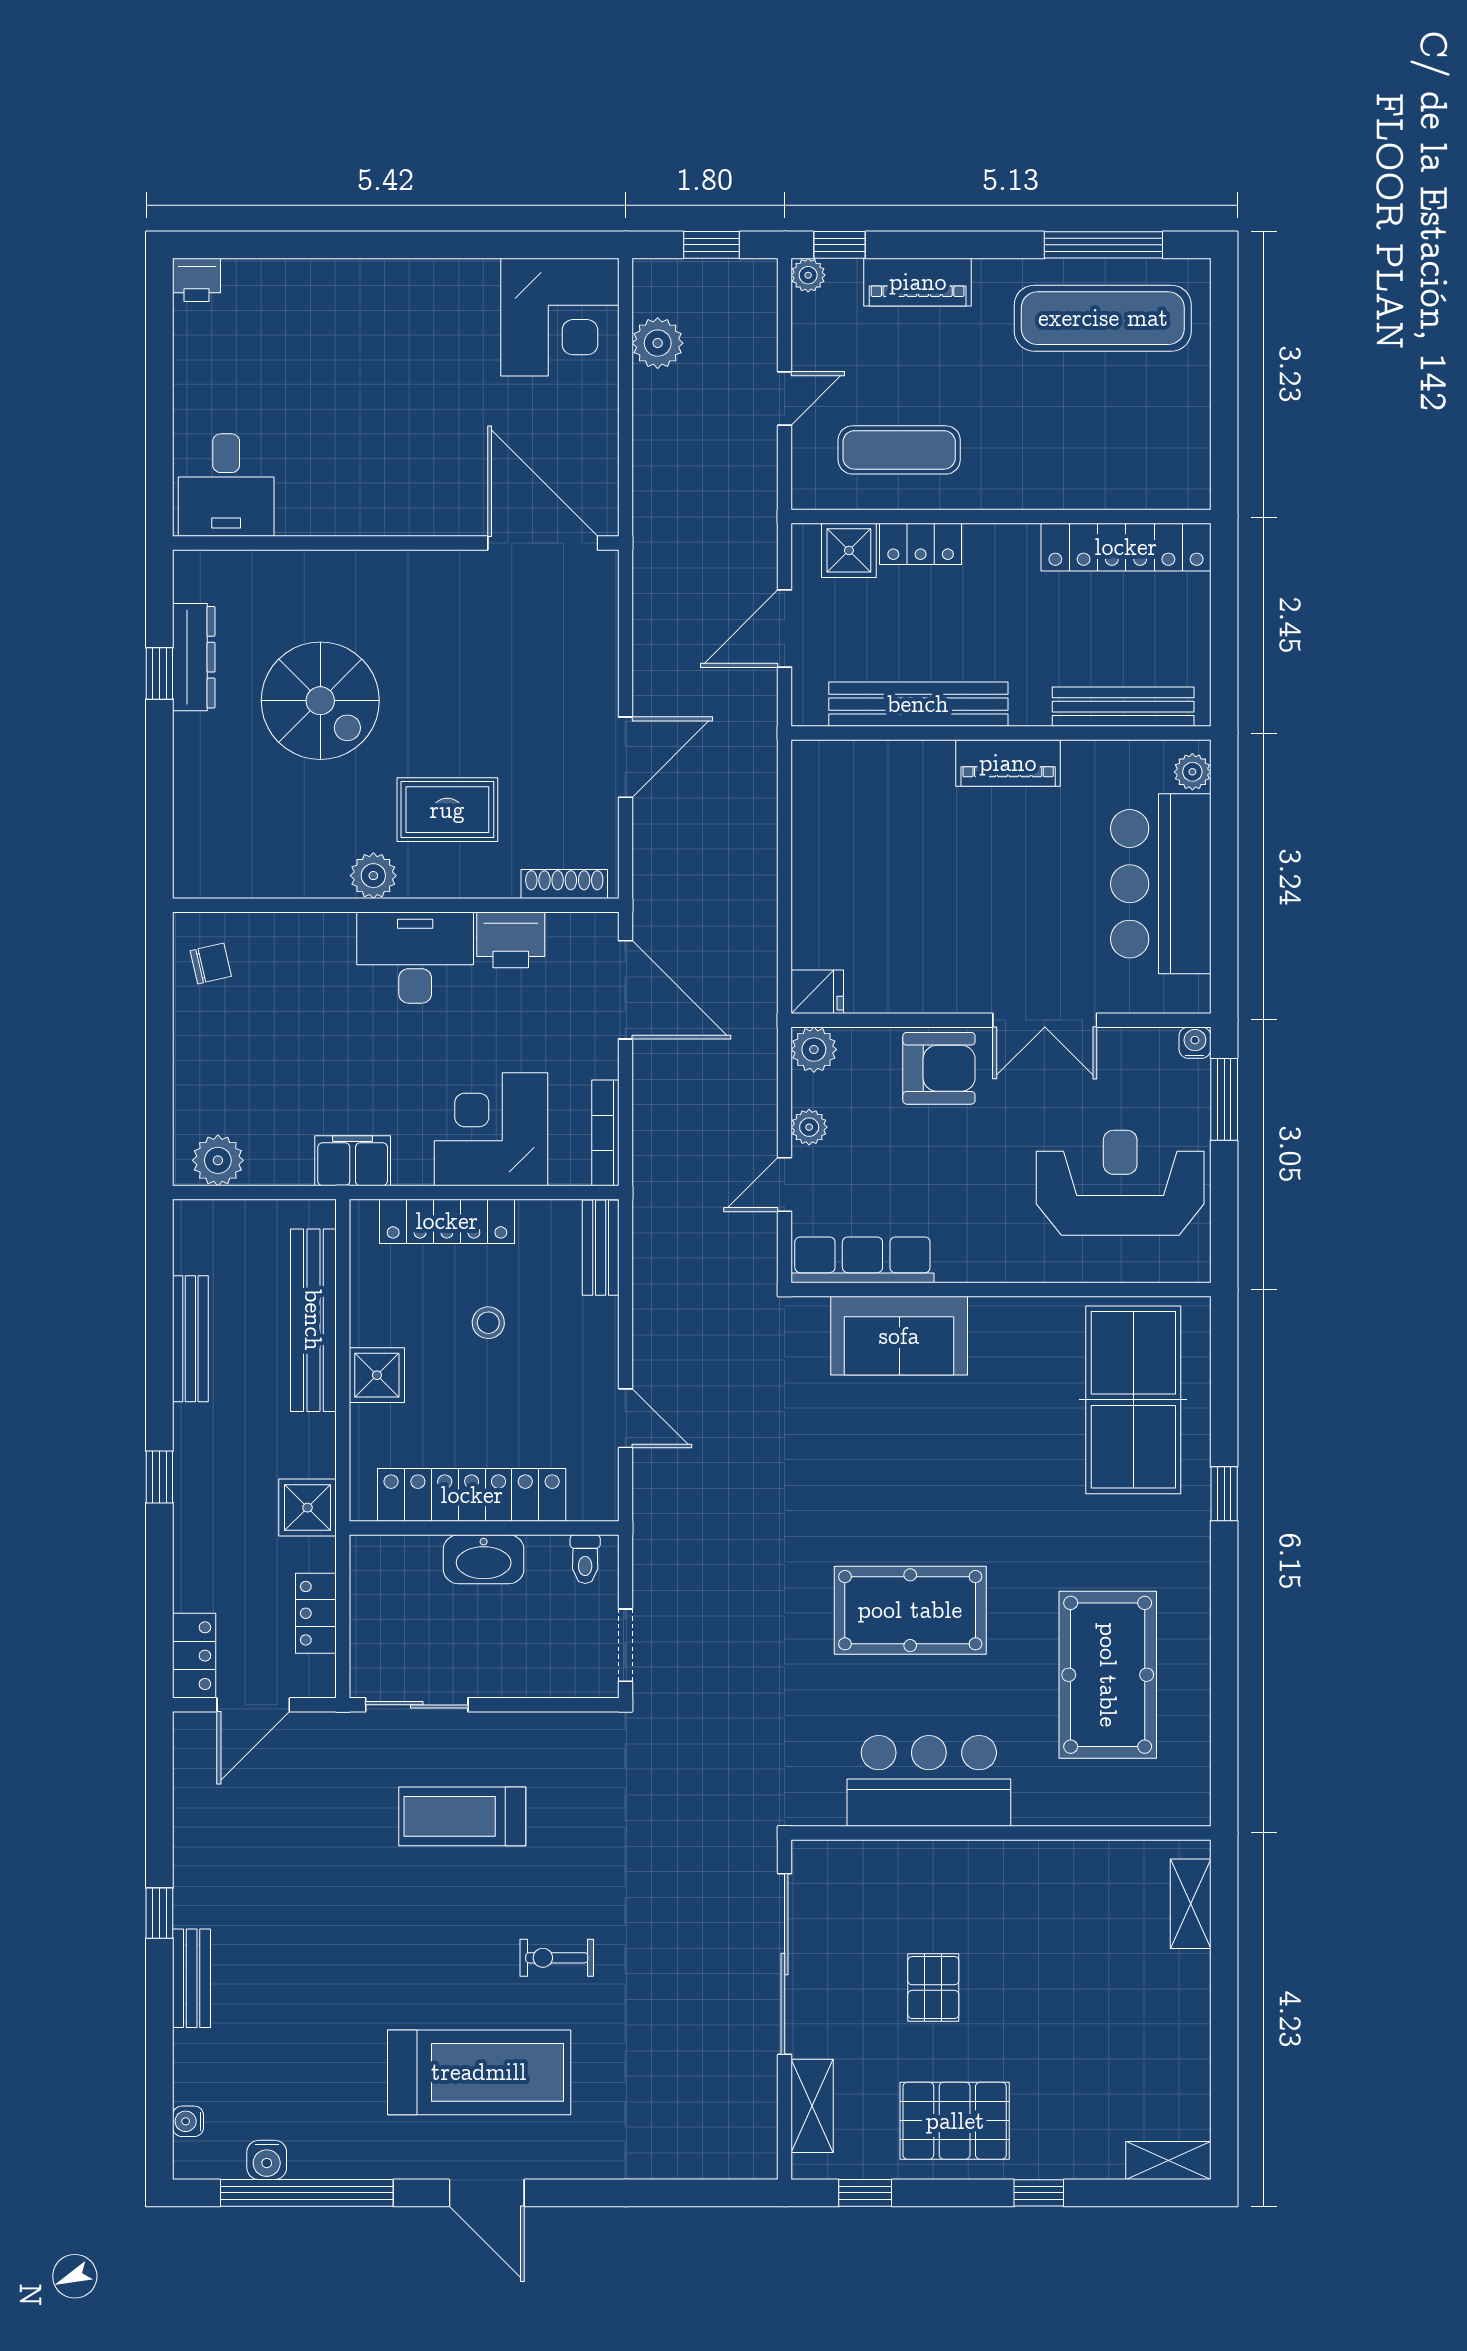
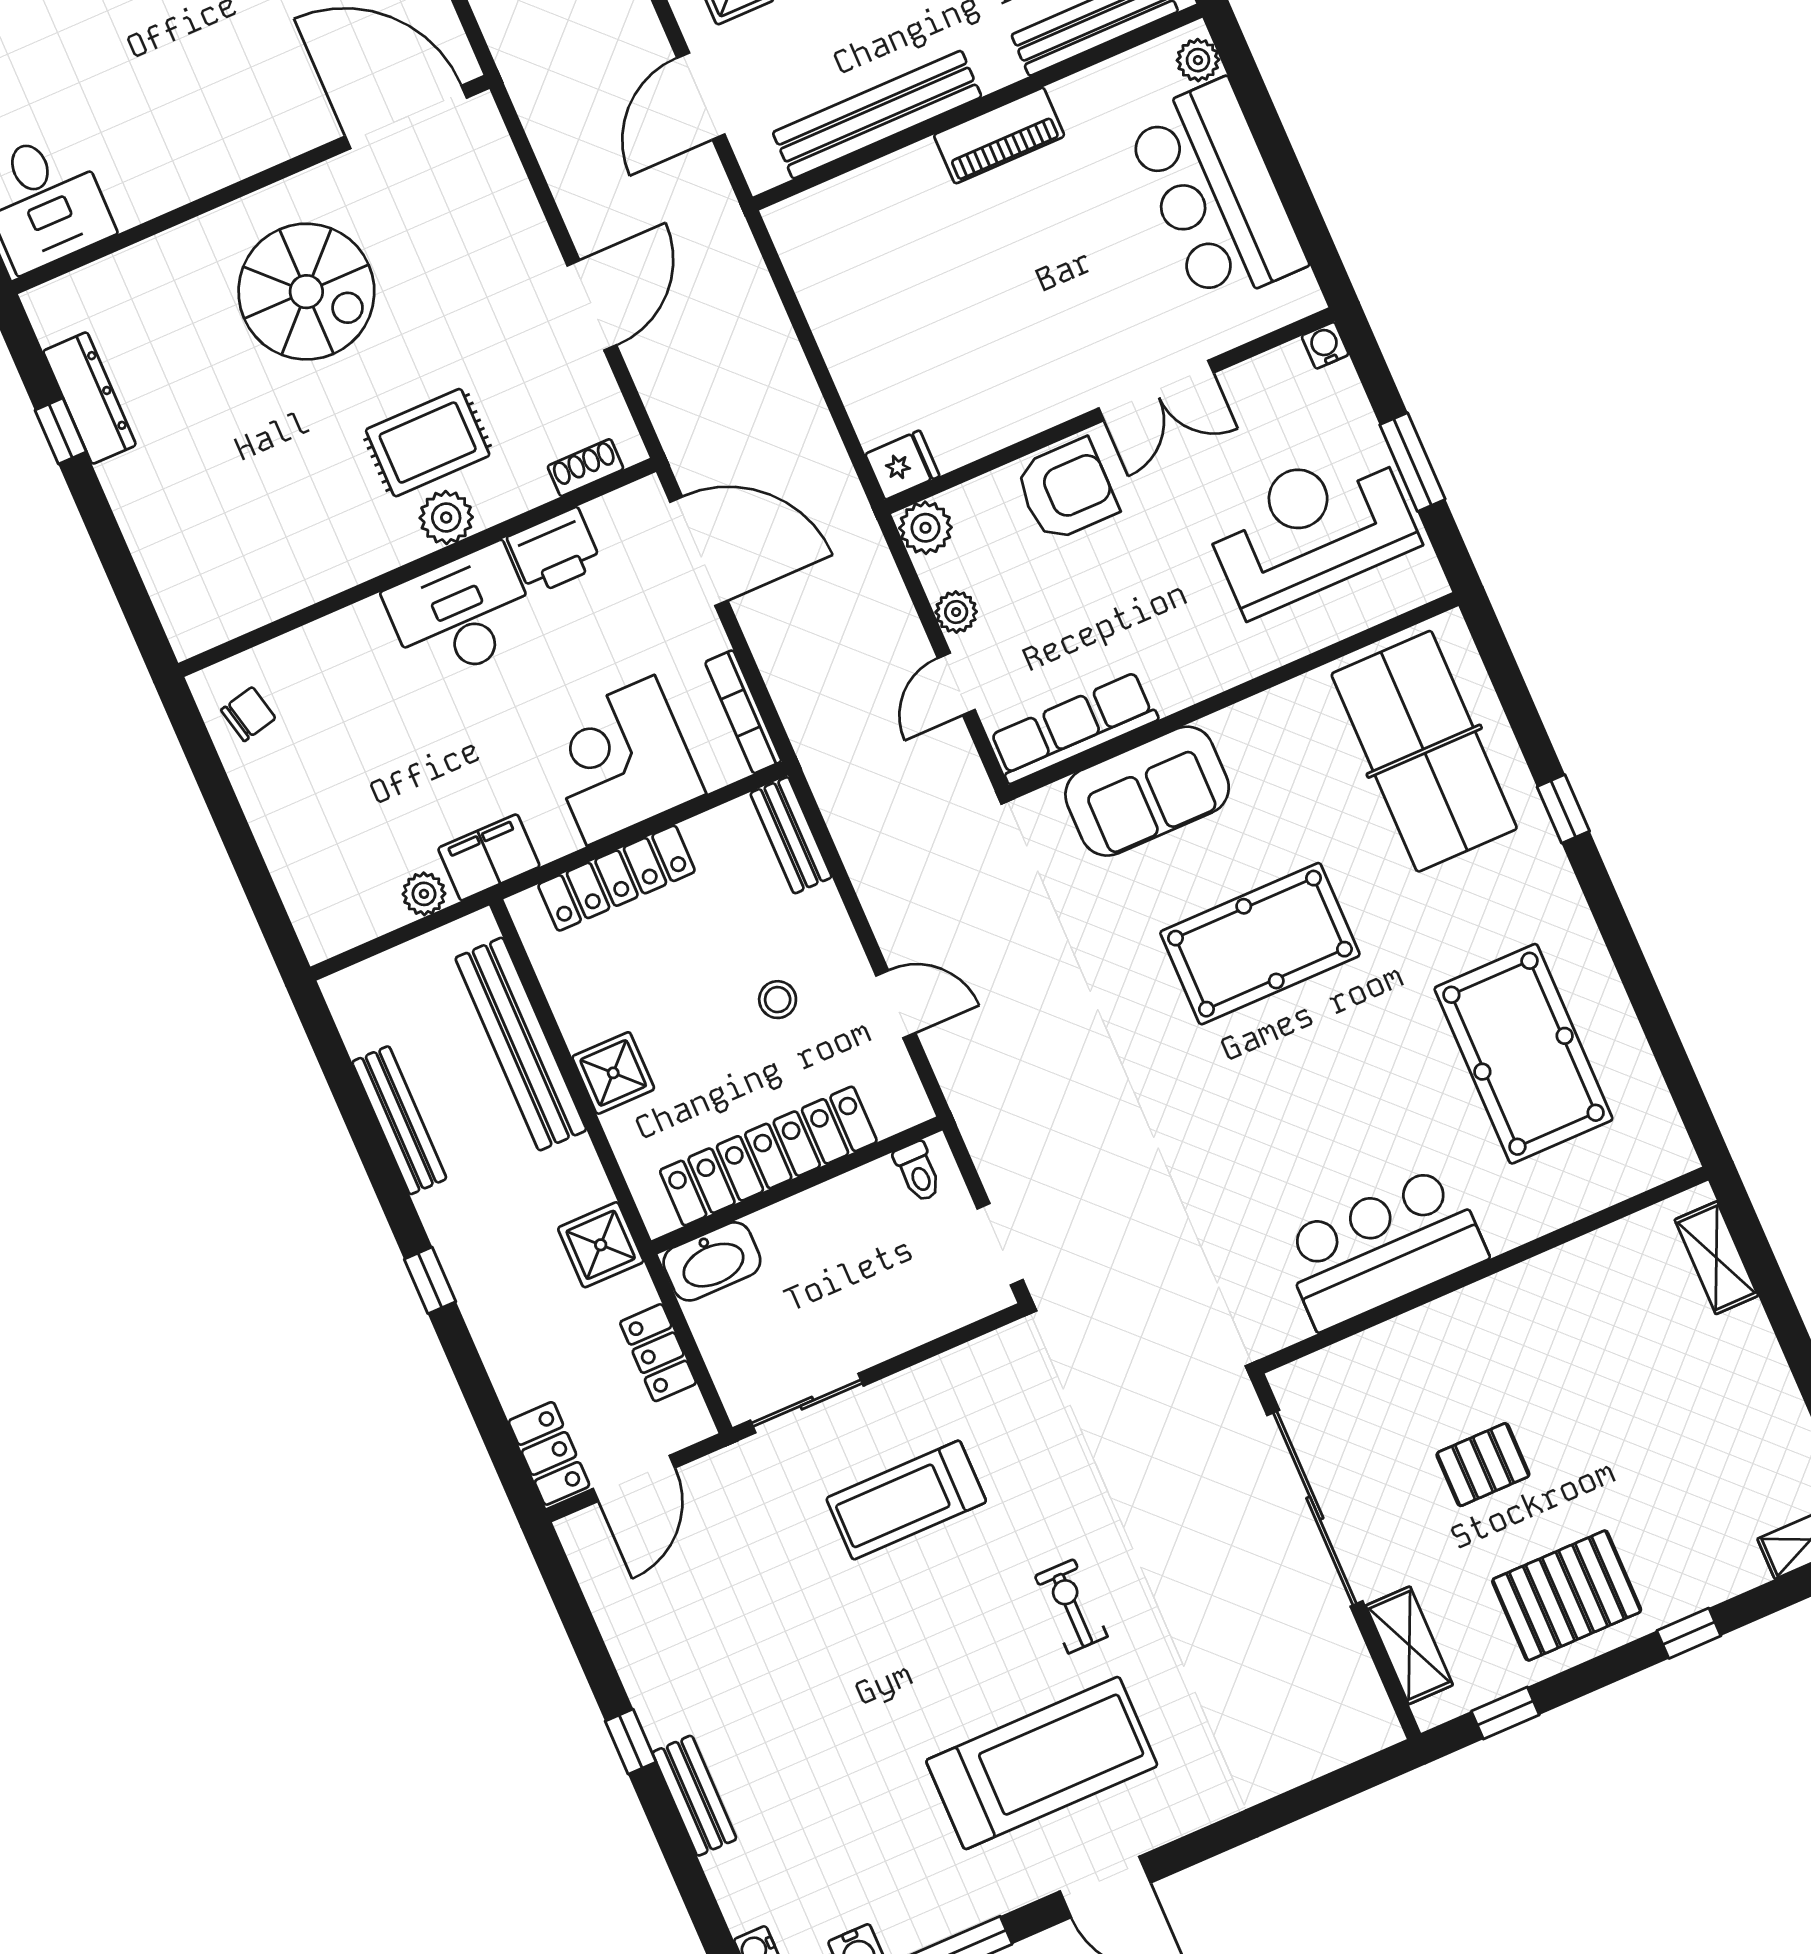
spiral stairs: (320, 701) -> (306, 292), moved
plant: (373, 876) -> (446, 517), moved
shoe rack: (564, 884) -> (585, 468), width x0.70
window: (1224, 1099) -> (1412, 462), moved
plant: (218, 1160) -> (424, 894), moved, width x0.73, depth x0.73
stool: (488, 1323) -> (778, 1000), moved
washbasin: (484, 1559) -> (712, 1261), moved
pool table: (910, 1610) -> (1260, 944), moved
exercise bike: (557, 1958) -> (1071, 1606), turned 90
pallet: (933, 1988) -> (1483, 1465), turned 90

